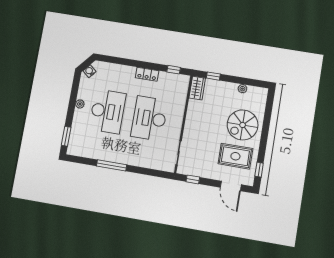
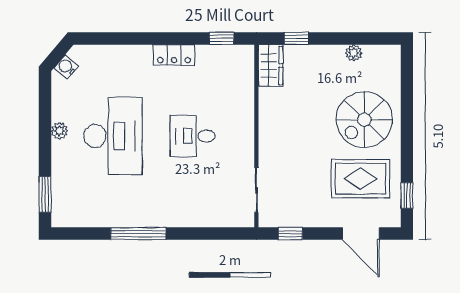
desk: (149, 118) -> (193, 136), width x0.53, depth x0.77

